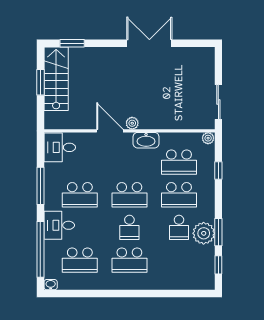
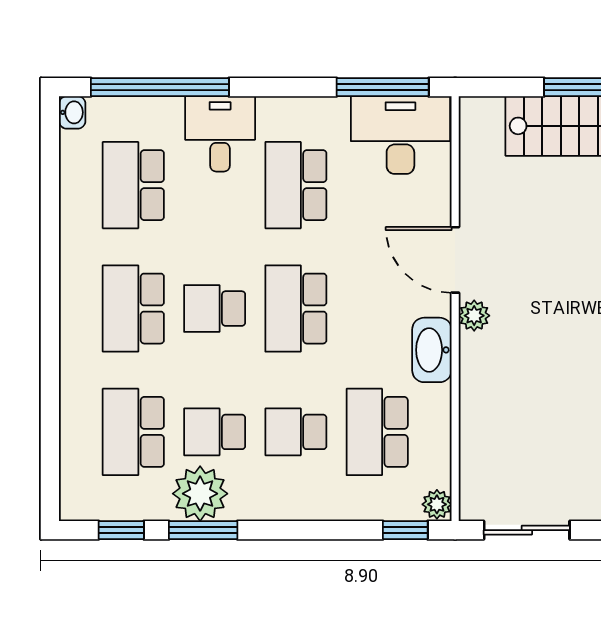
door: (110, 131) -> (455, 260), swing flipped
desk: (60, 147) -> (400, 135), width x1.37
window: (218, 170) -> (405, 530), moved
window: (40, 186) -> (383, 87), moved
school desk: (179, 195) -> (296, 432), width x0.54
school desk: (179, 260) -> (133, 432), added

